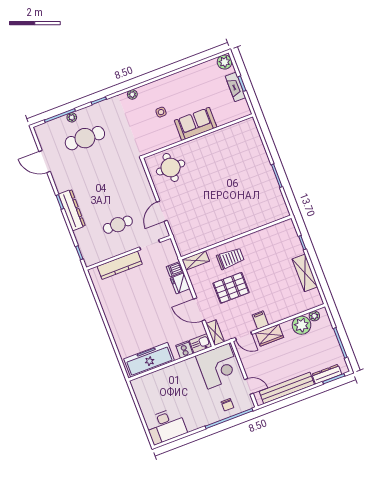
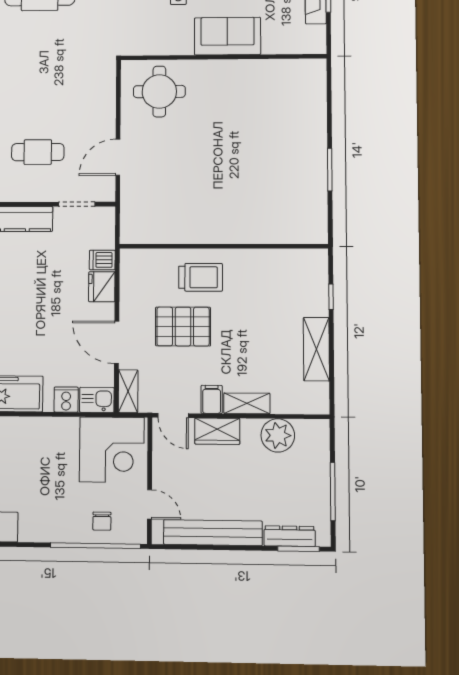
shelving: (196, 260) -> (247, 403), moved
plant: (314, 316) -> (306, 428), removed

